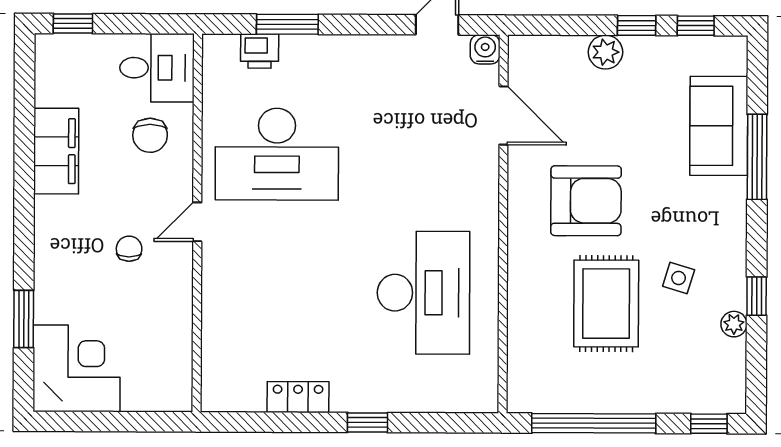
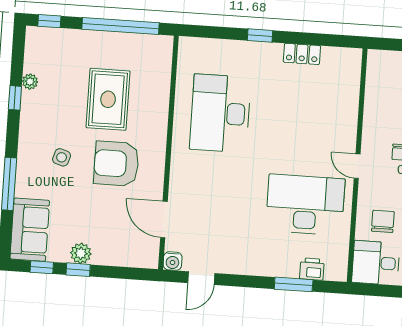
plant: (605, 52) -> (81, 253), moved
sofa: (719, 126) -> (30, 230), moved
door: (197, 222) -> (357, 166), swing flipped
side table: (679, 278) -> (62, 157), moved

